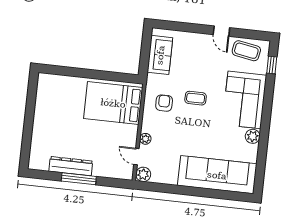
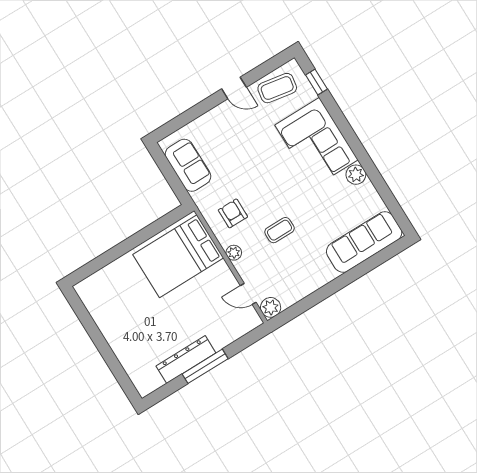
coffee table: (196, 98) -> (279, 230), moved
plant: (145, 139) -> (234, 253), moved
sofa: (217, 175) -> (364, 242), width x0.74, depth x0.79

